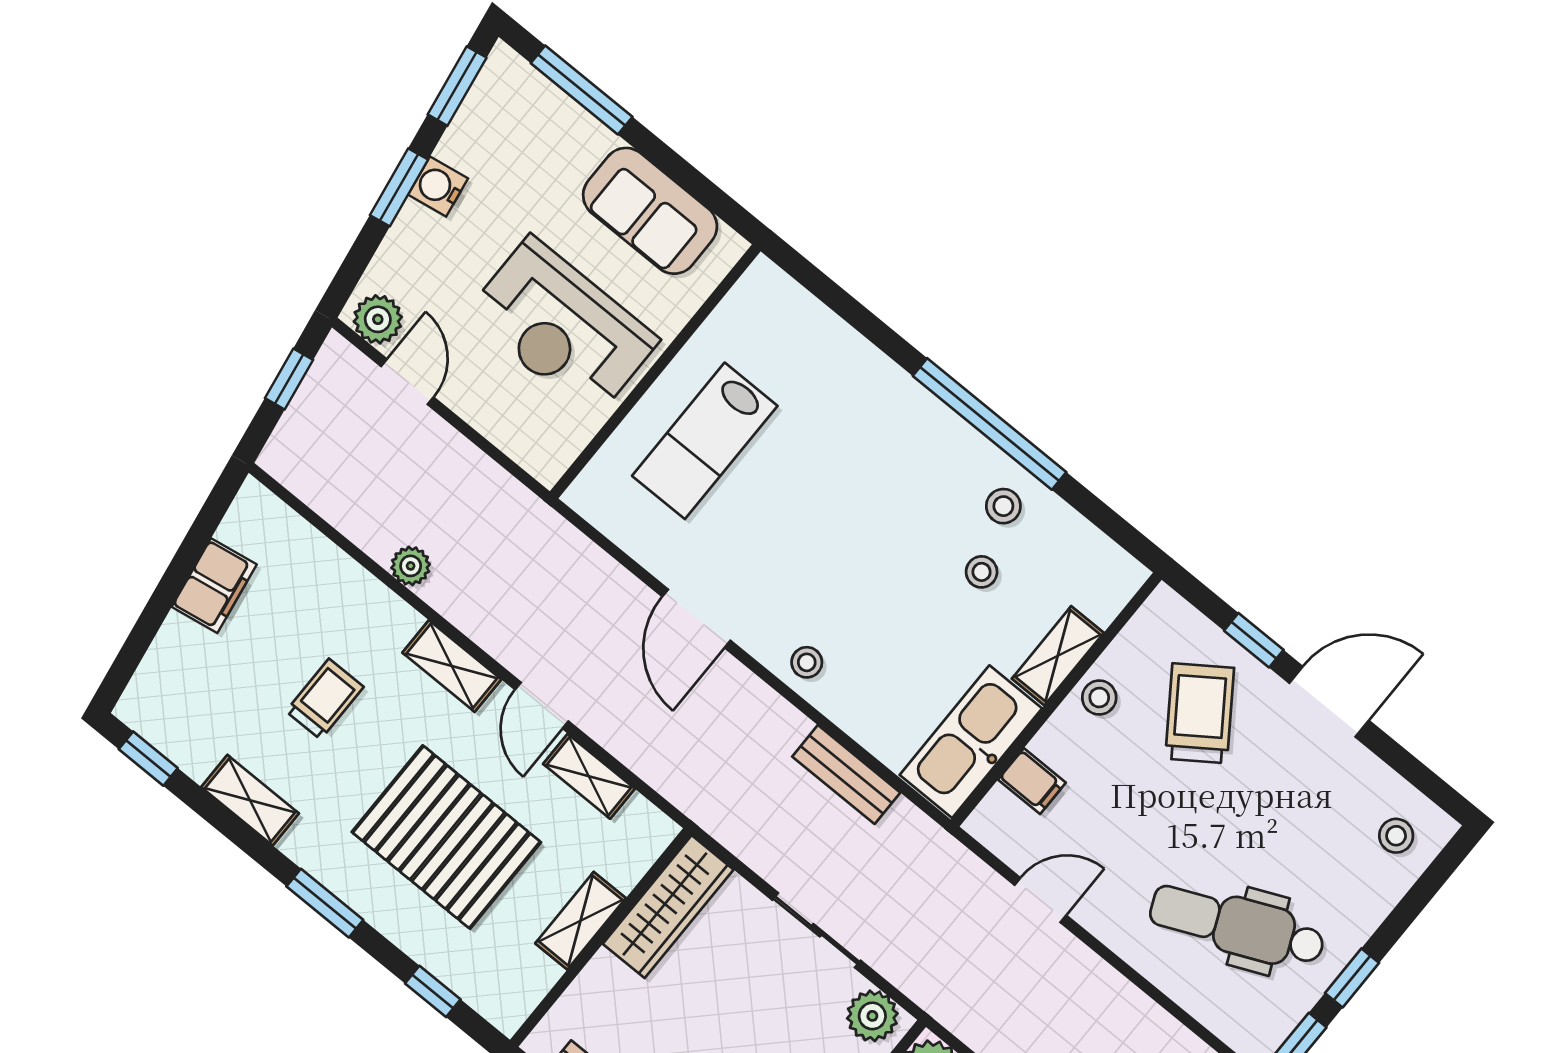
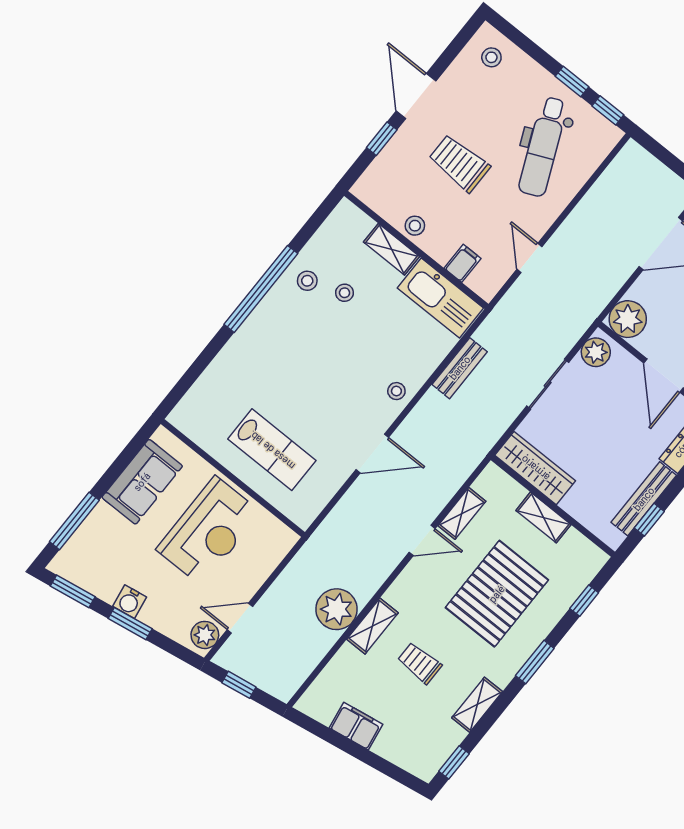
plant: (411, 566) -> (337, 609), width x1.88, depth x1.88
shelving: (452, 666) -> (372, 626), moved
trolley: (1200, 713) -> (459, 163), moved, turned 35

